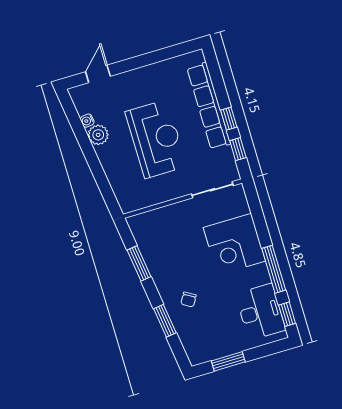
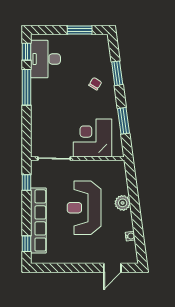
window: (229, 119) -> (27, 244), moved
plant: (98, 135) -> (123, 203), moved
corner desk: (234, 244) -> (92, 138), moved, turned -90

